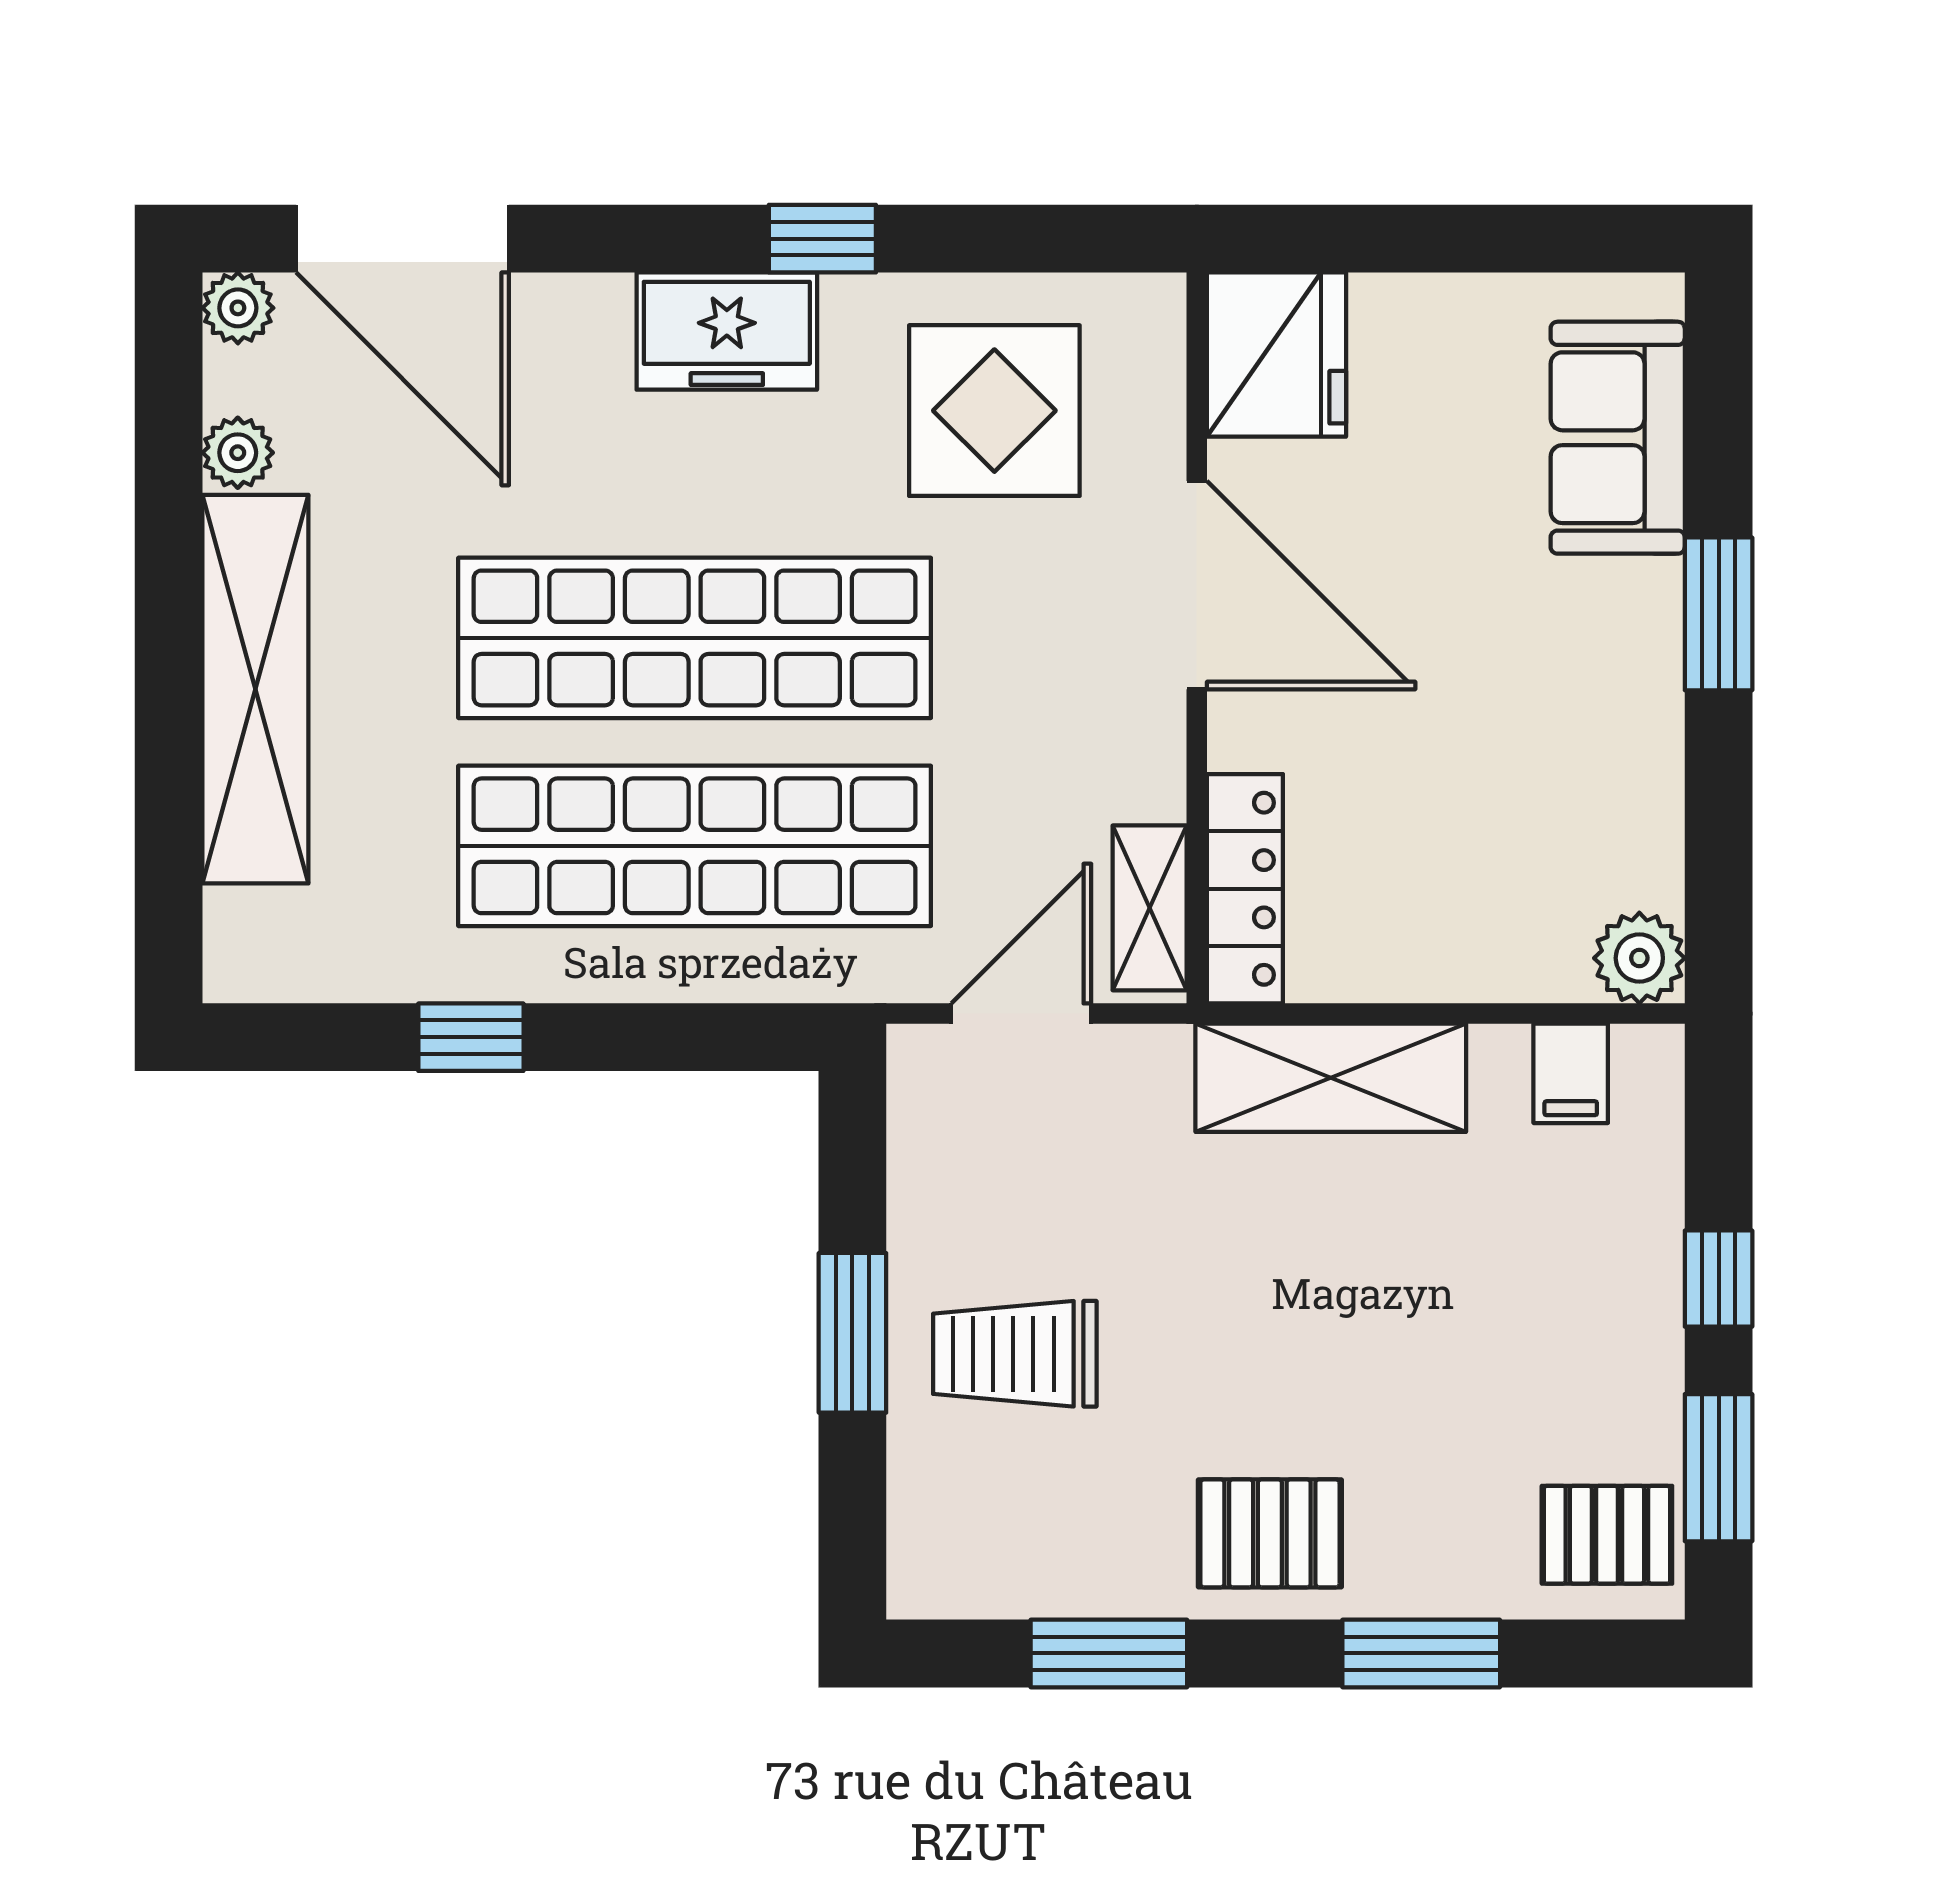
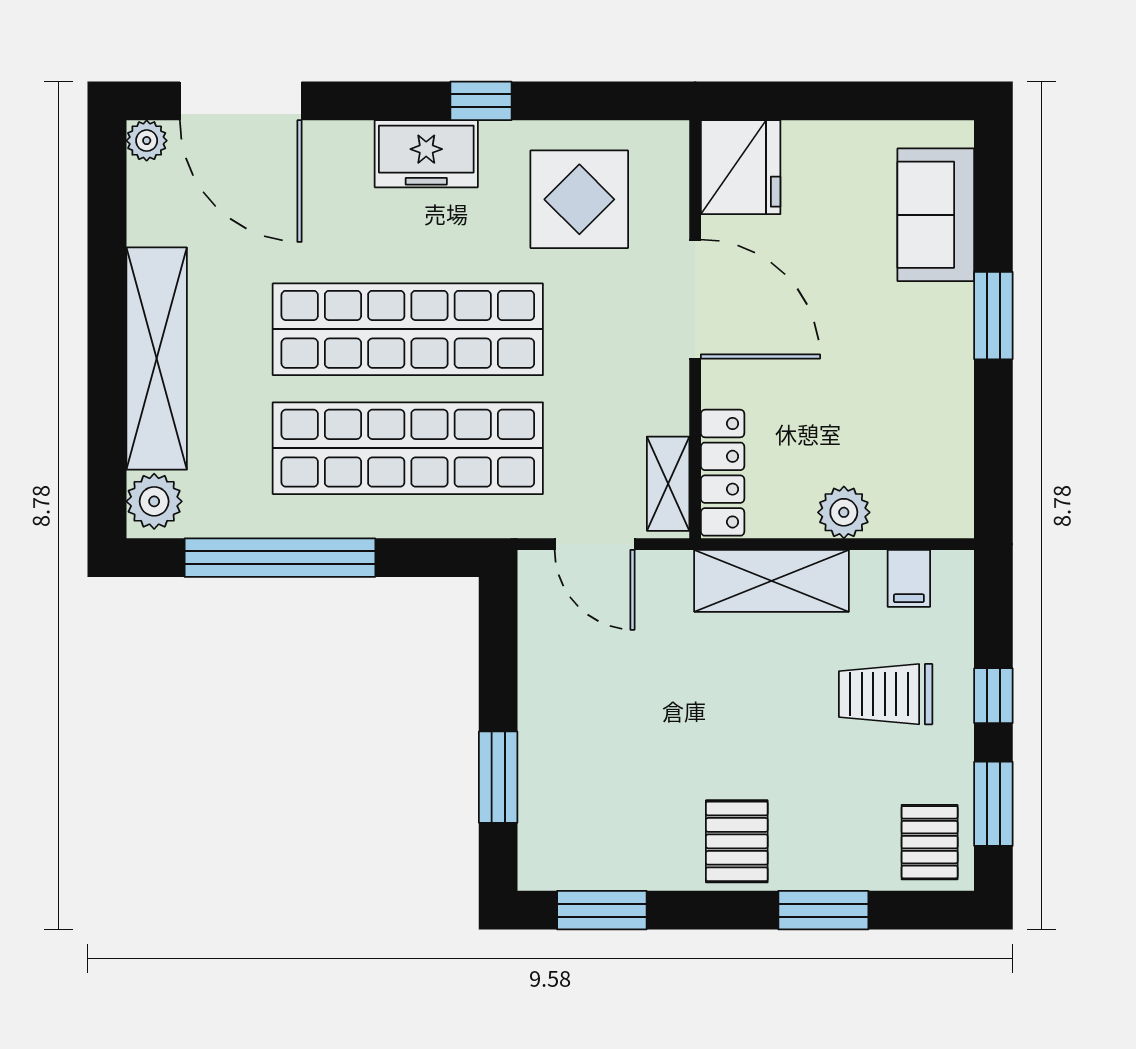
plant: (238, 453) -> (154, 501), moved, width x1.38, depth x1.38
plant: (1639, 958) -> (844, 512), moved
door: (1021, 1014) -> (595, 544), swing flipped
window: (471, 1037) -> (280, 558), width x3.17
window: (852, 1333) -> (498, 777), moved
trolley: (1015, 1354) -> (886, 694), moved
pallet: (1270, 1533) -> (737, 841), turned 90
pallet: (1607, 1535) -> (930, 842), turned 90
window: (1109, 1653) -> (602, 910), moved

